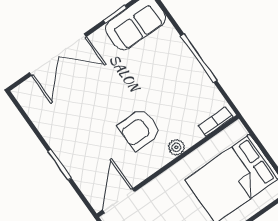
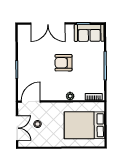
armchair: (139, 129) -> (64, 63), moved

